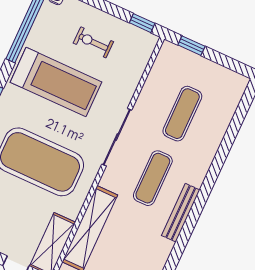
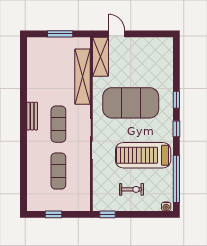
window: (191, 46) -> (53, 214), moved
bench: (181, 213) -> (32, 116), width x0.73

